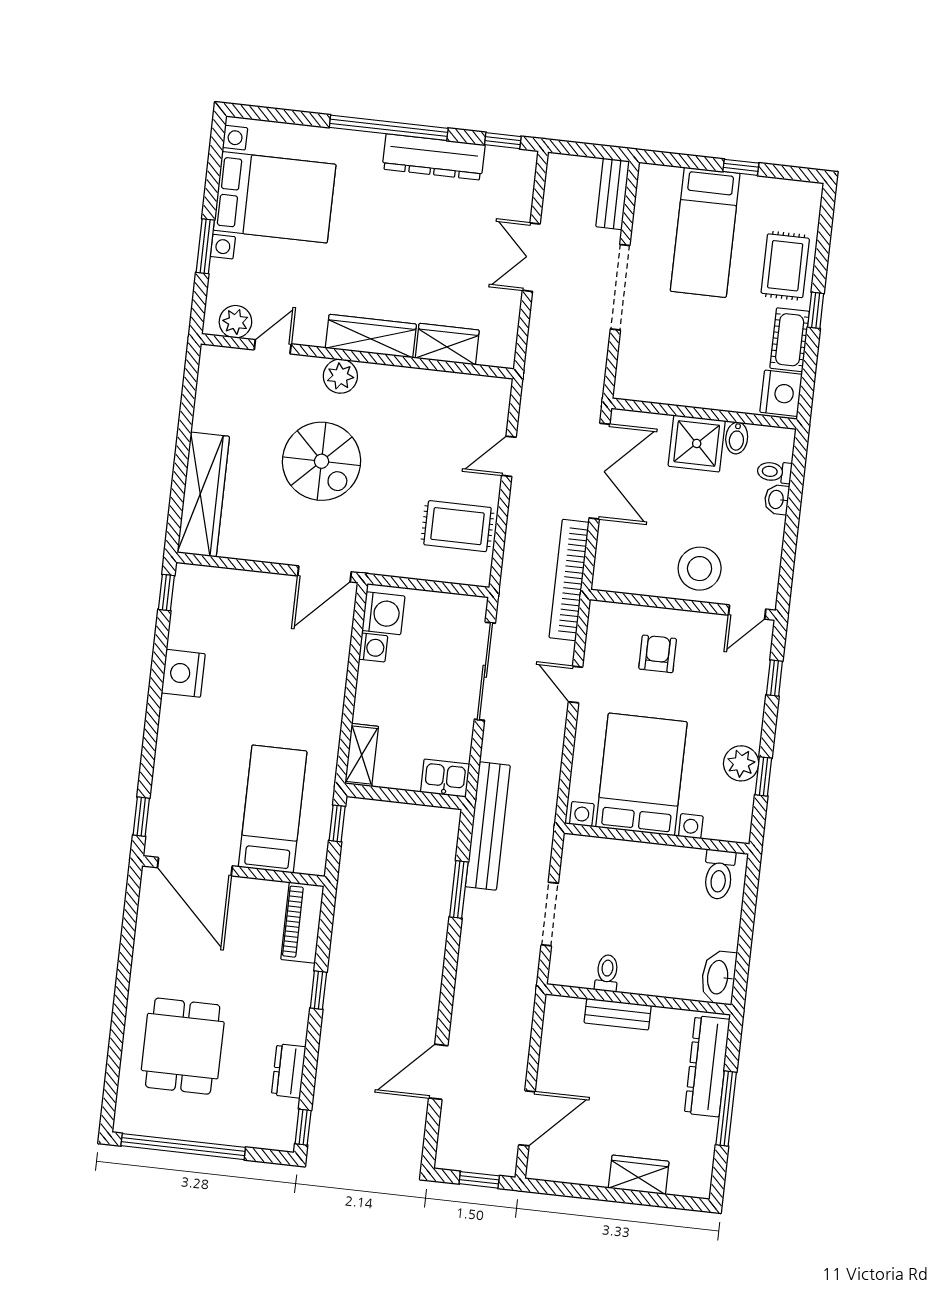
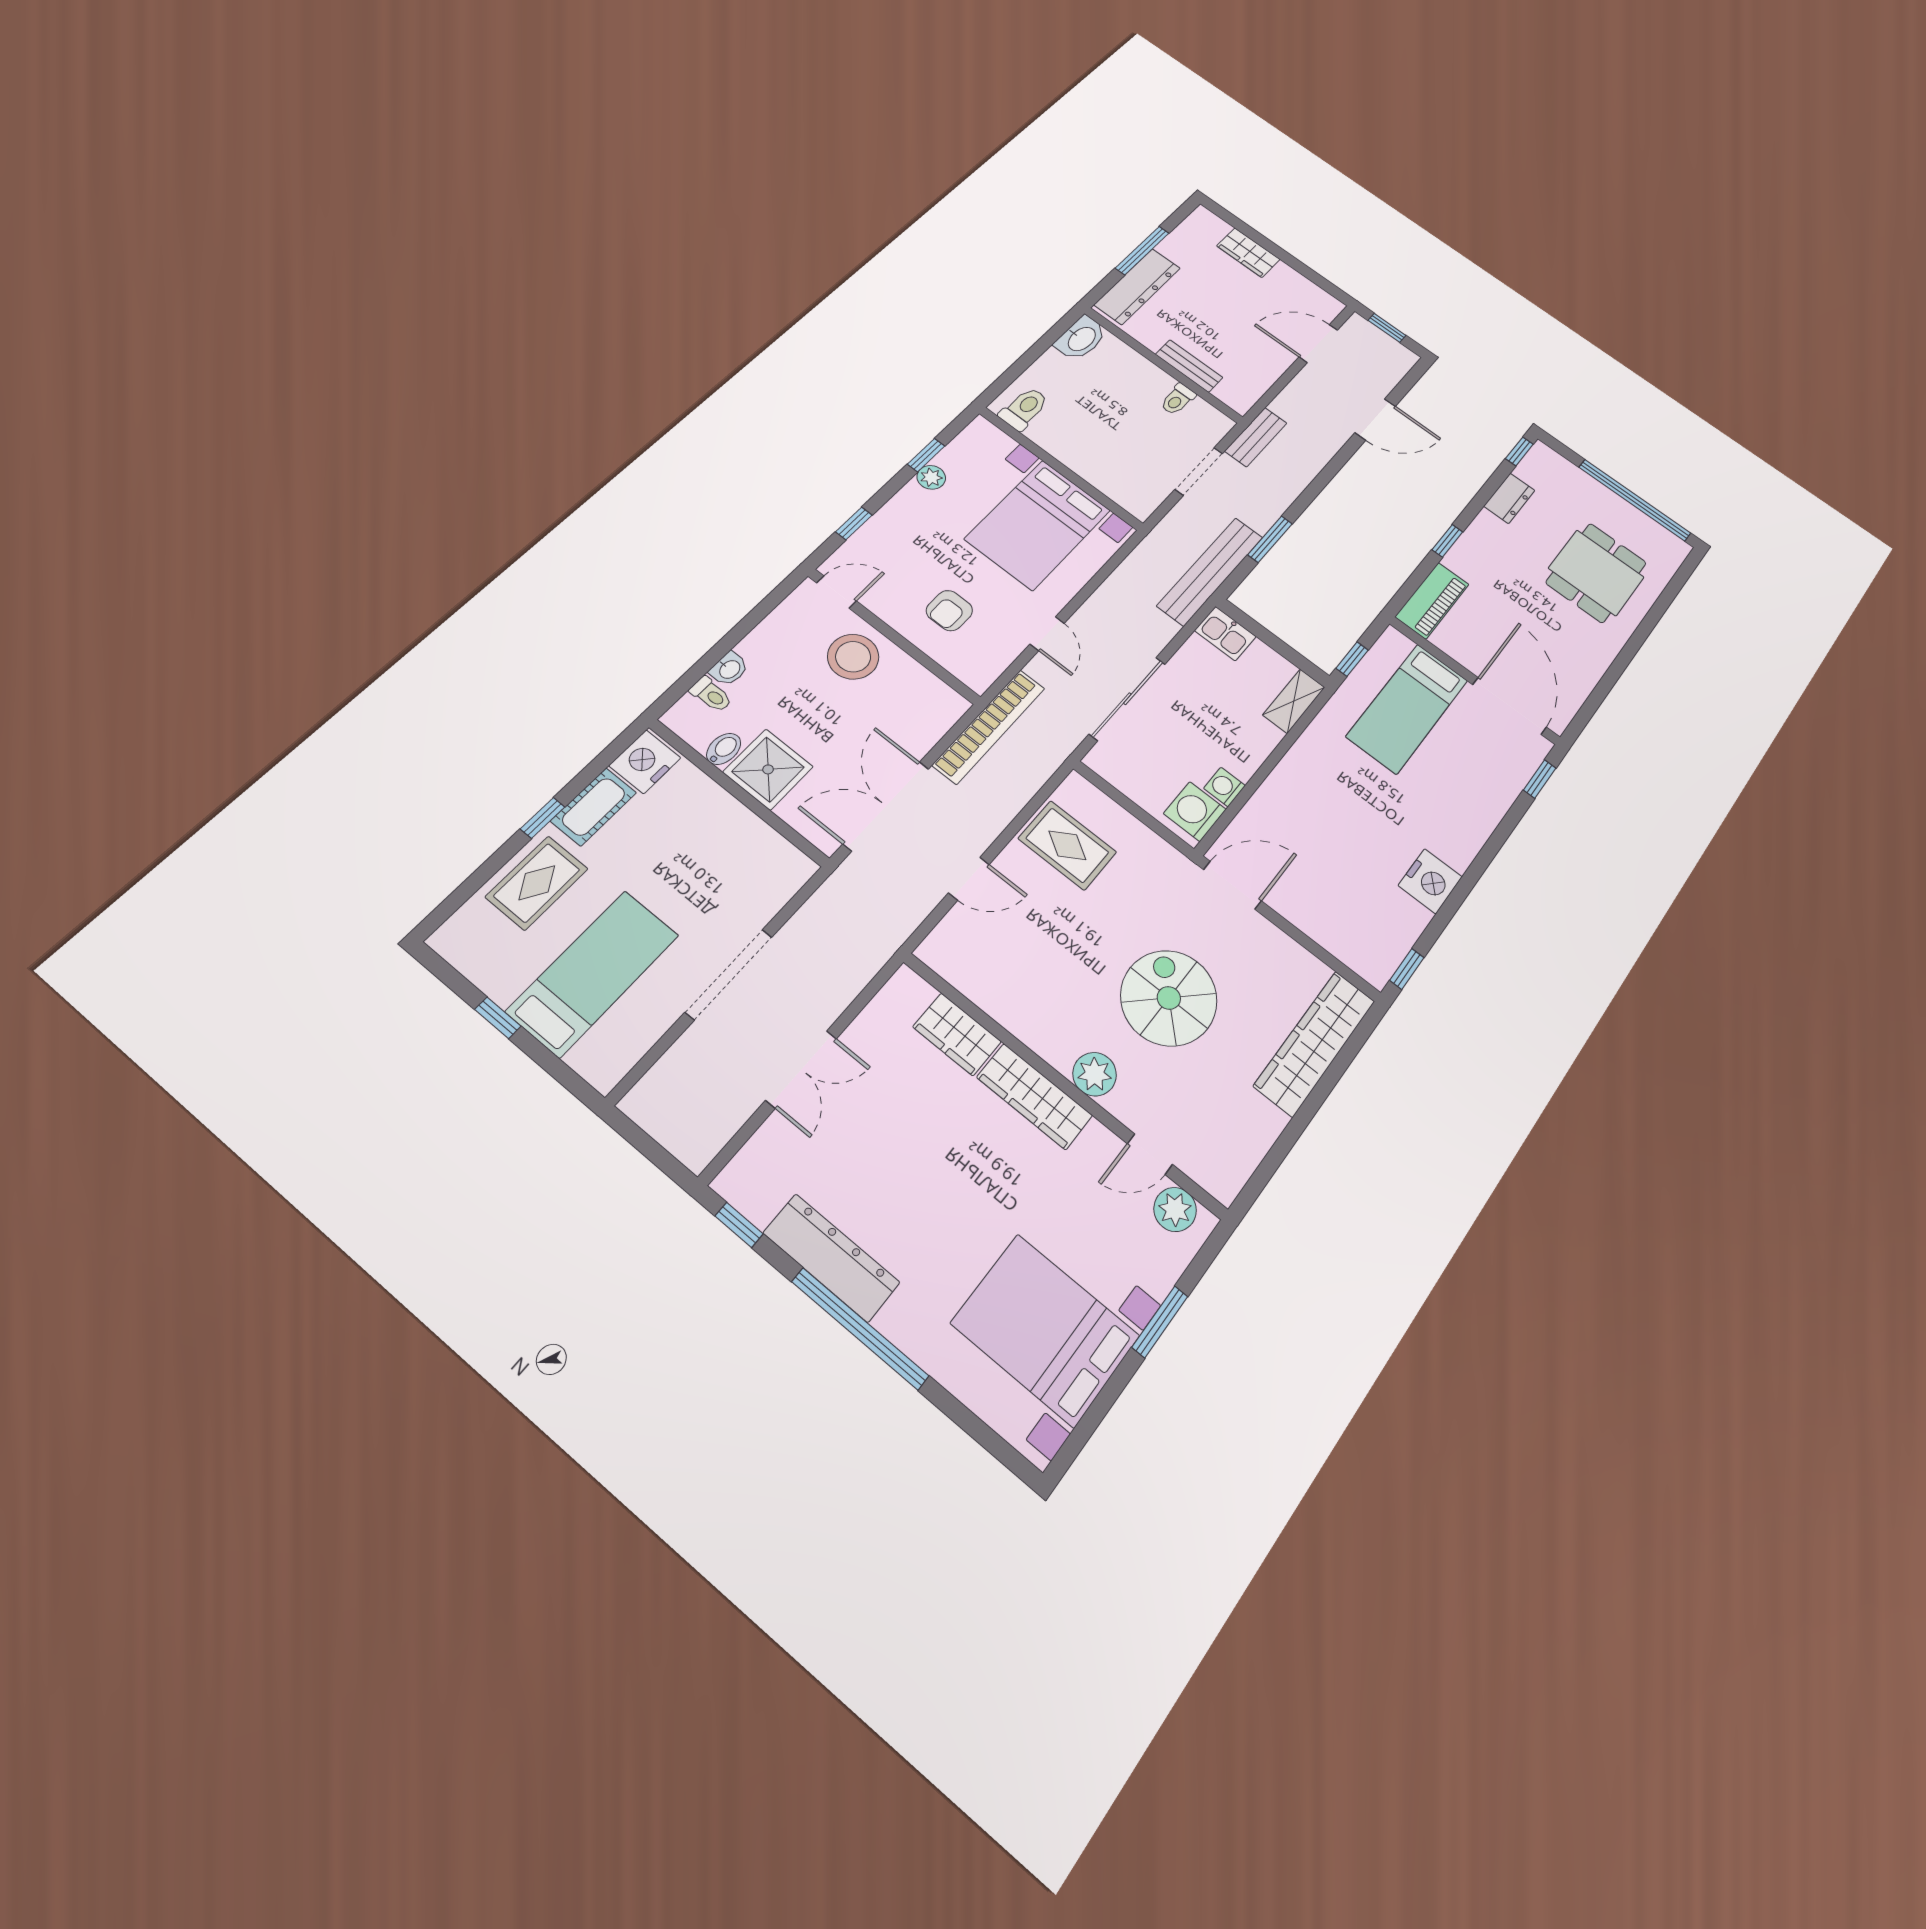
bench: (613, 194) -> (1256, 437), moved
plant: (741, 763) -> (931, 477), width x0.73, depth x0.73

